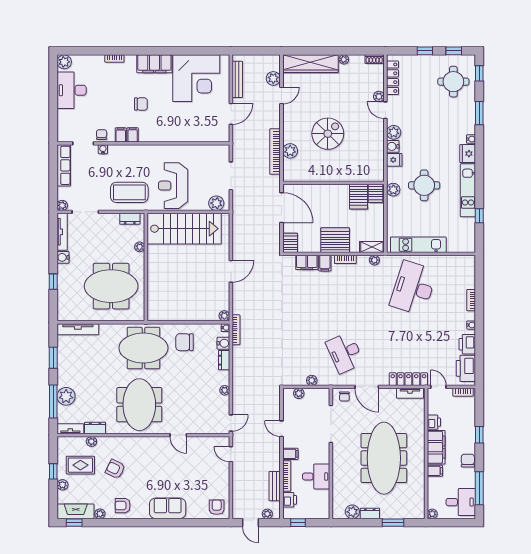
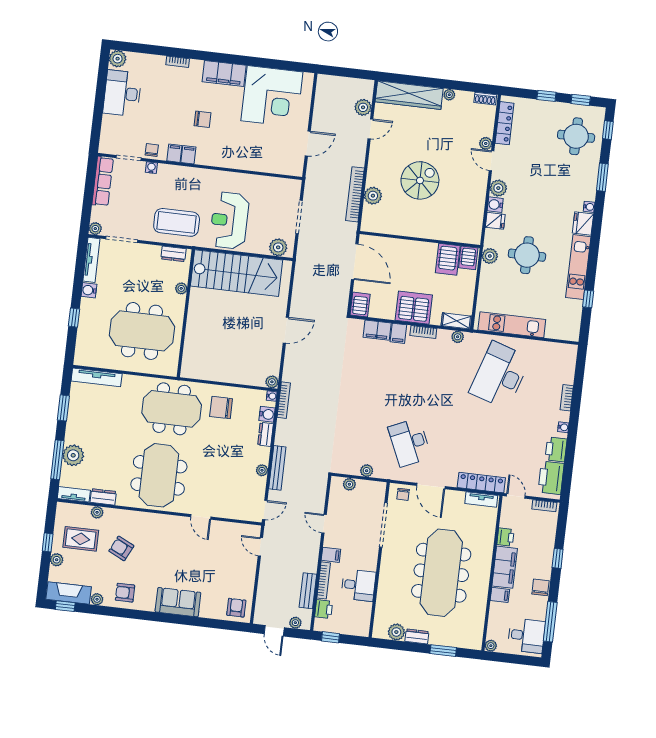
bench: (237, 79) -> (277, 468), moved

